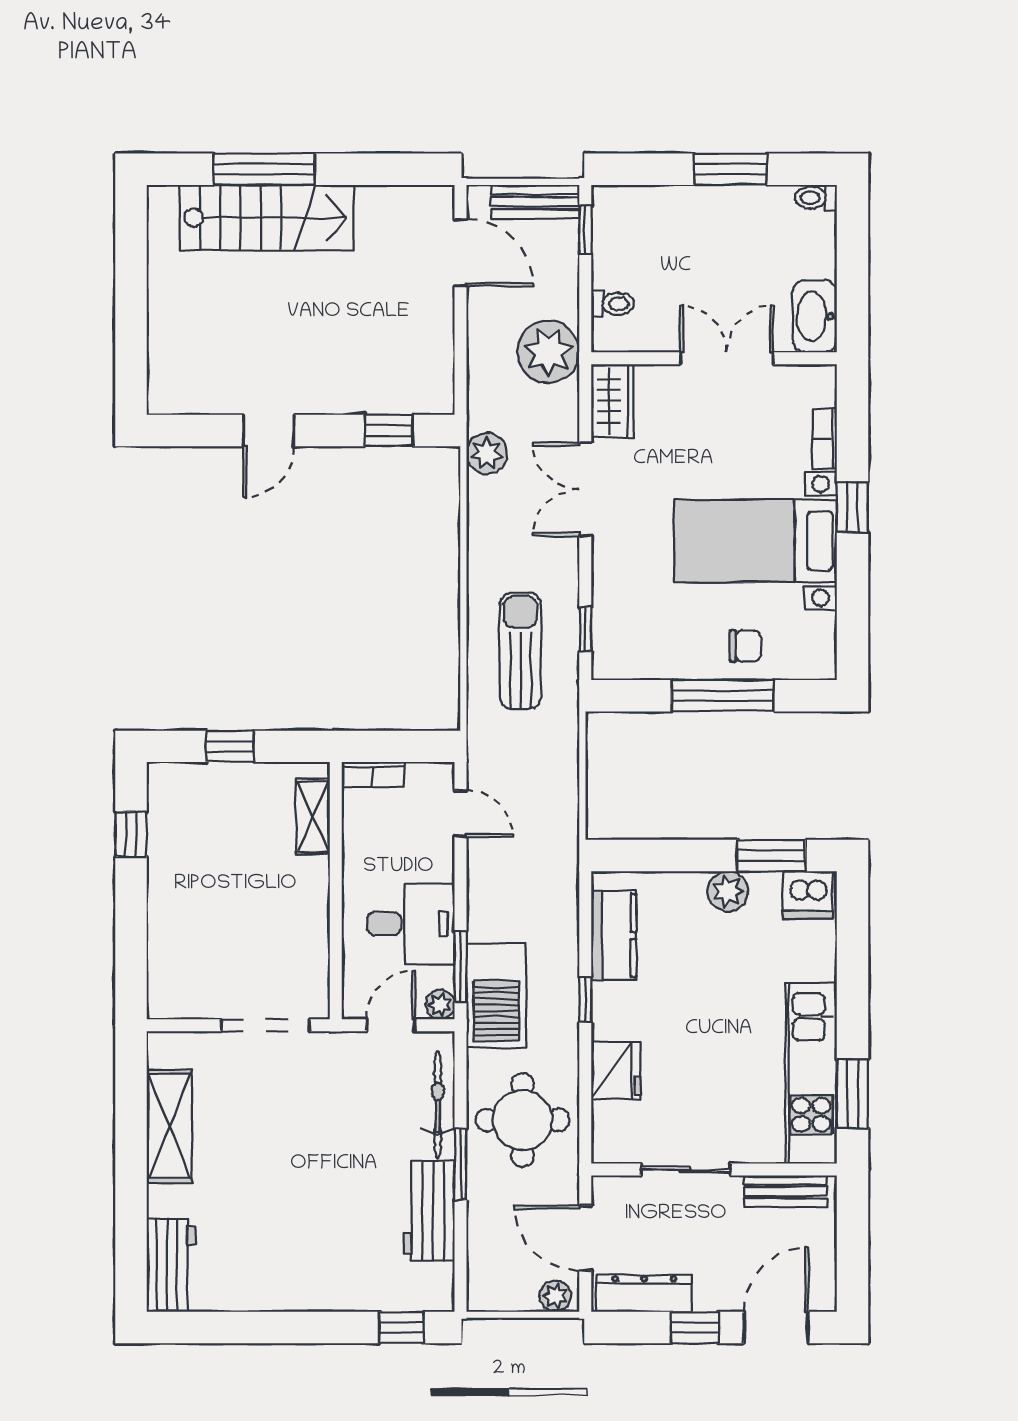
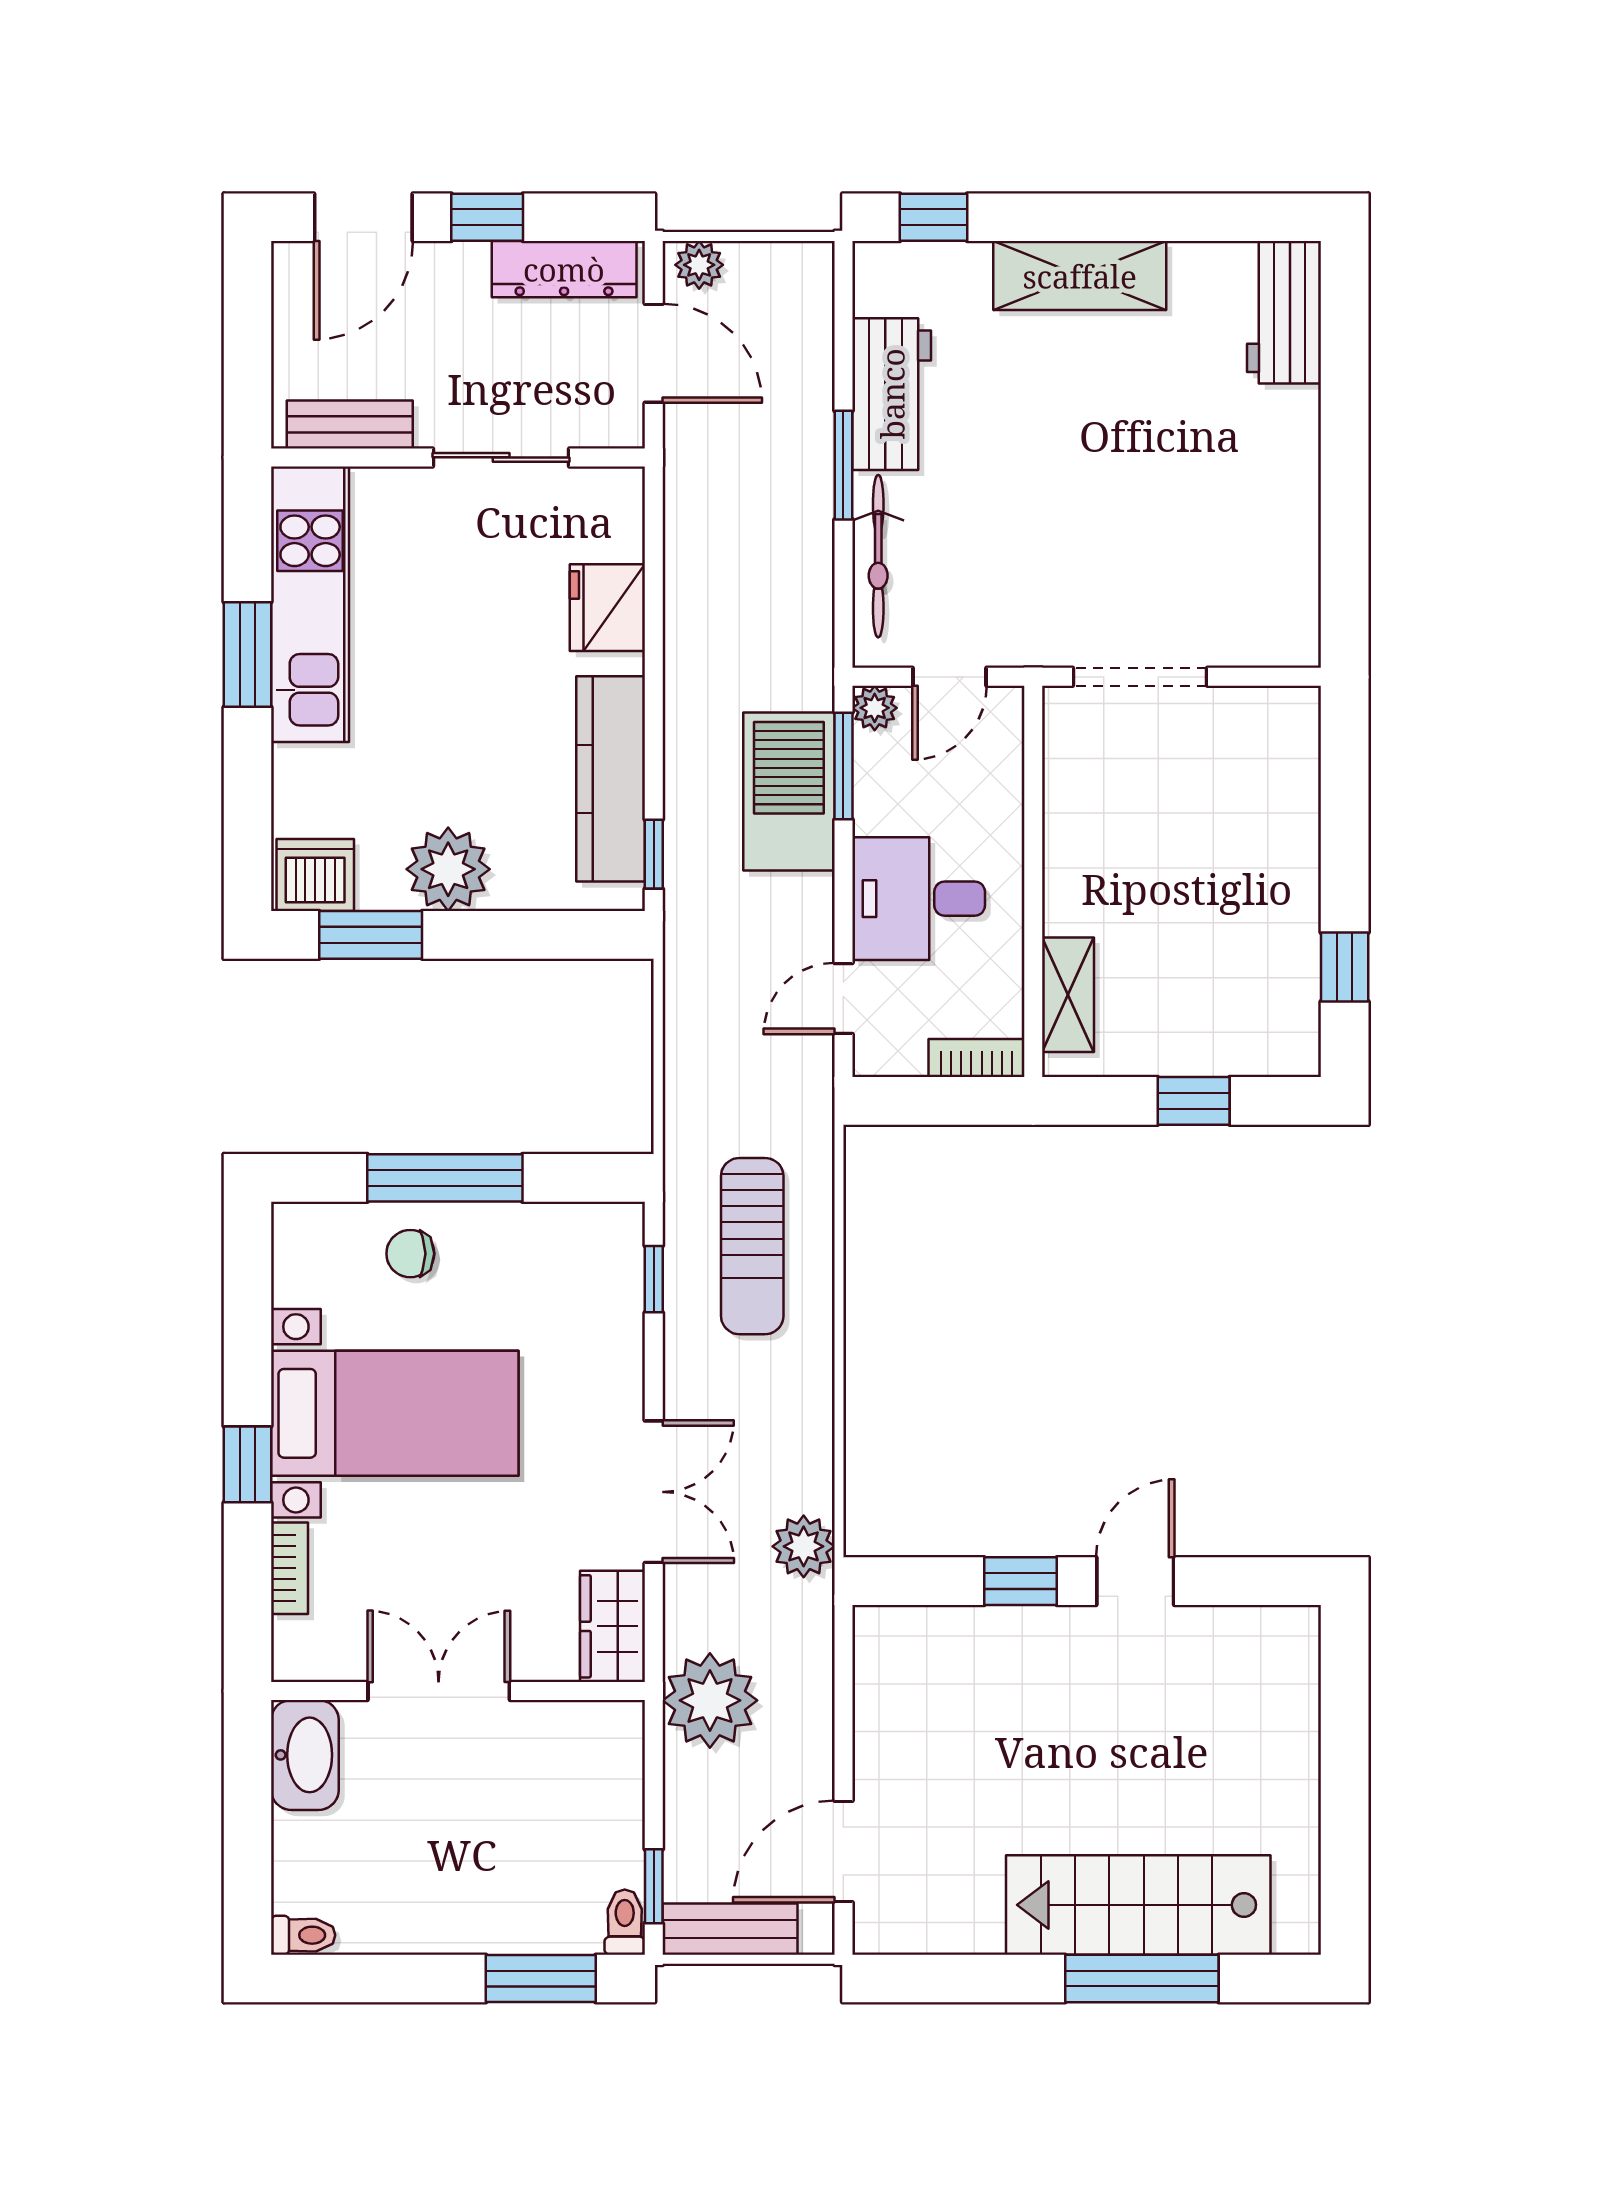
window: (731, 169) -> (541, 1979), moved
door: (460, 253) -> (843, 1852), hinge flipped
toilet: (613, 304) -> (625, 1922), moved, turned 90
double door: (727, 358) -> (439, 1691), swing flipped
window: (389, 430) -> (1021, 1581), moved
door: (460, 814) -> (843, 998), hinge flipped
plant: (728, 891) -> (448, 869), width x1.36, depth x1.36
desk: (411, 924) -> (919, 899), moved
kitchen counter: (614, 936) -> (611, 779), width x1.50
barbecue: (496, 995) -> (789, 792), moved
window: (585, 1000) -> (654, 854), moved
window: (852, 1094) -> (247, 654), moved
round table: (523, 1120) -> (749, 533), removed
shelving: (169, 1126) -> (1080, 276), moved, turned 90

